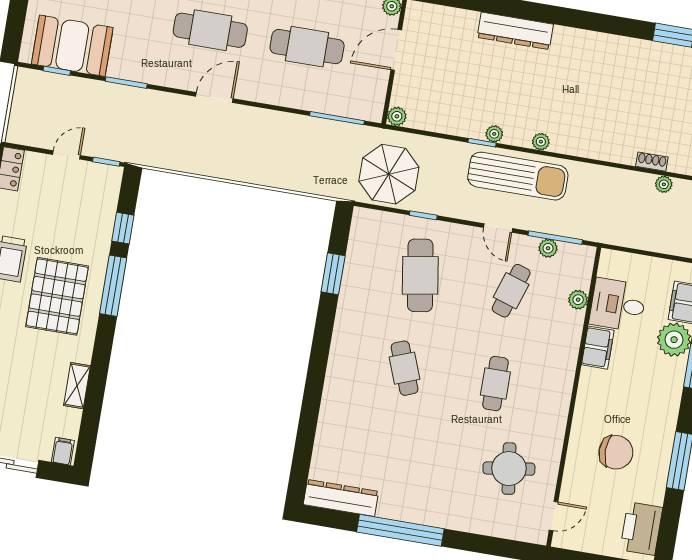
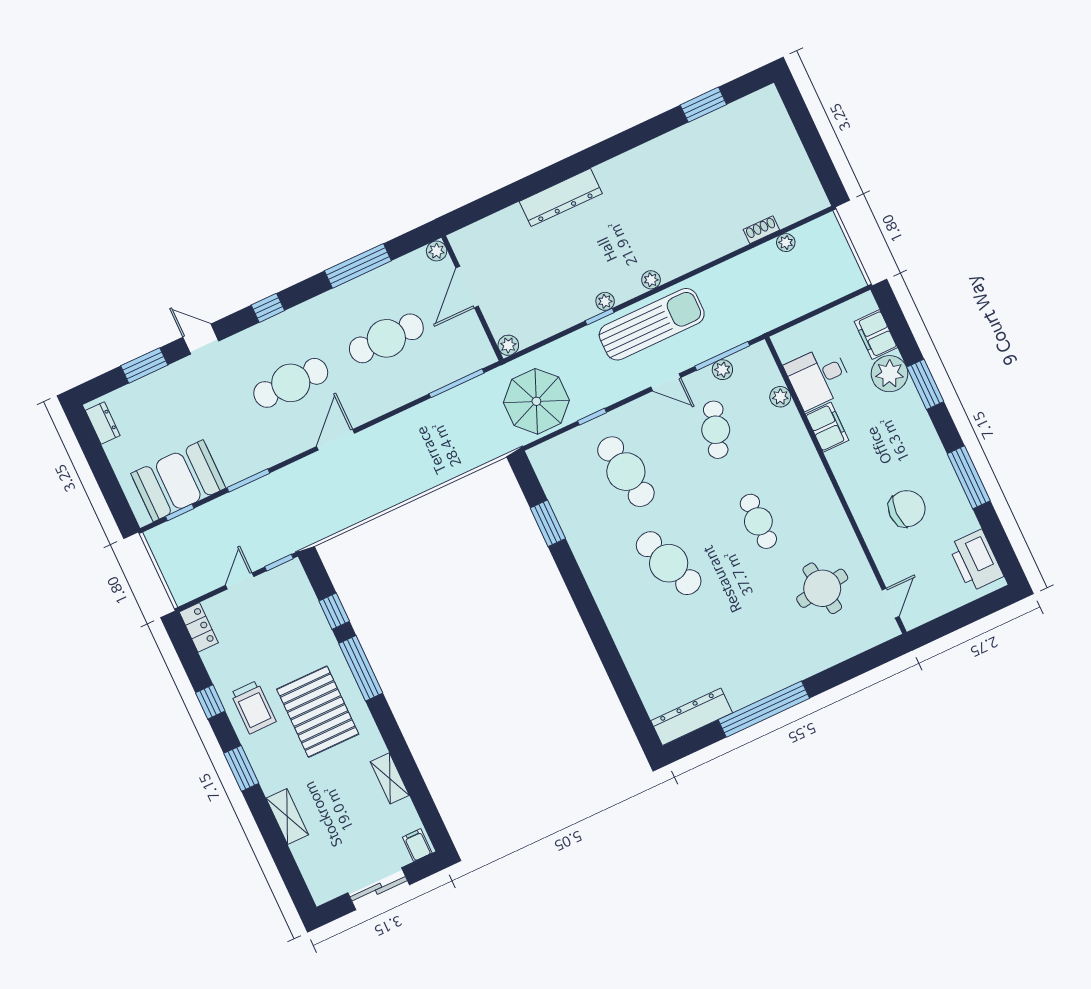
cafe table: (405, 368) -> (669, 563), width x1.37, depth x1.35

